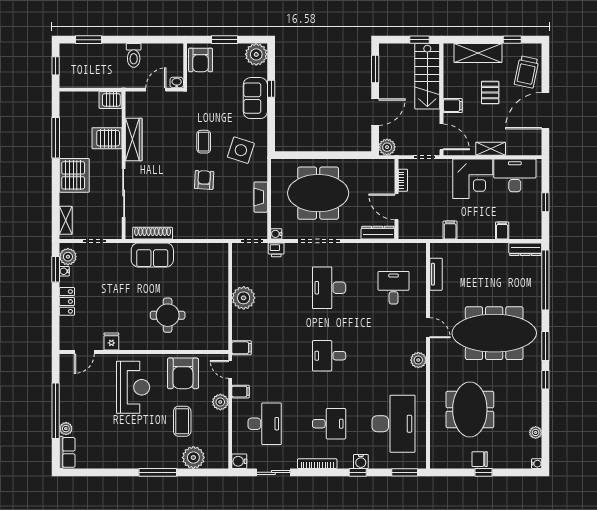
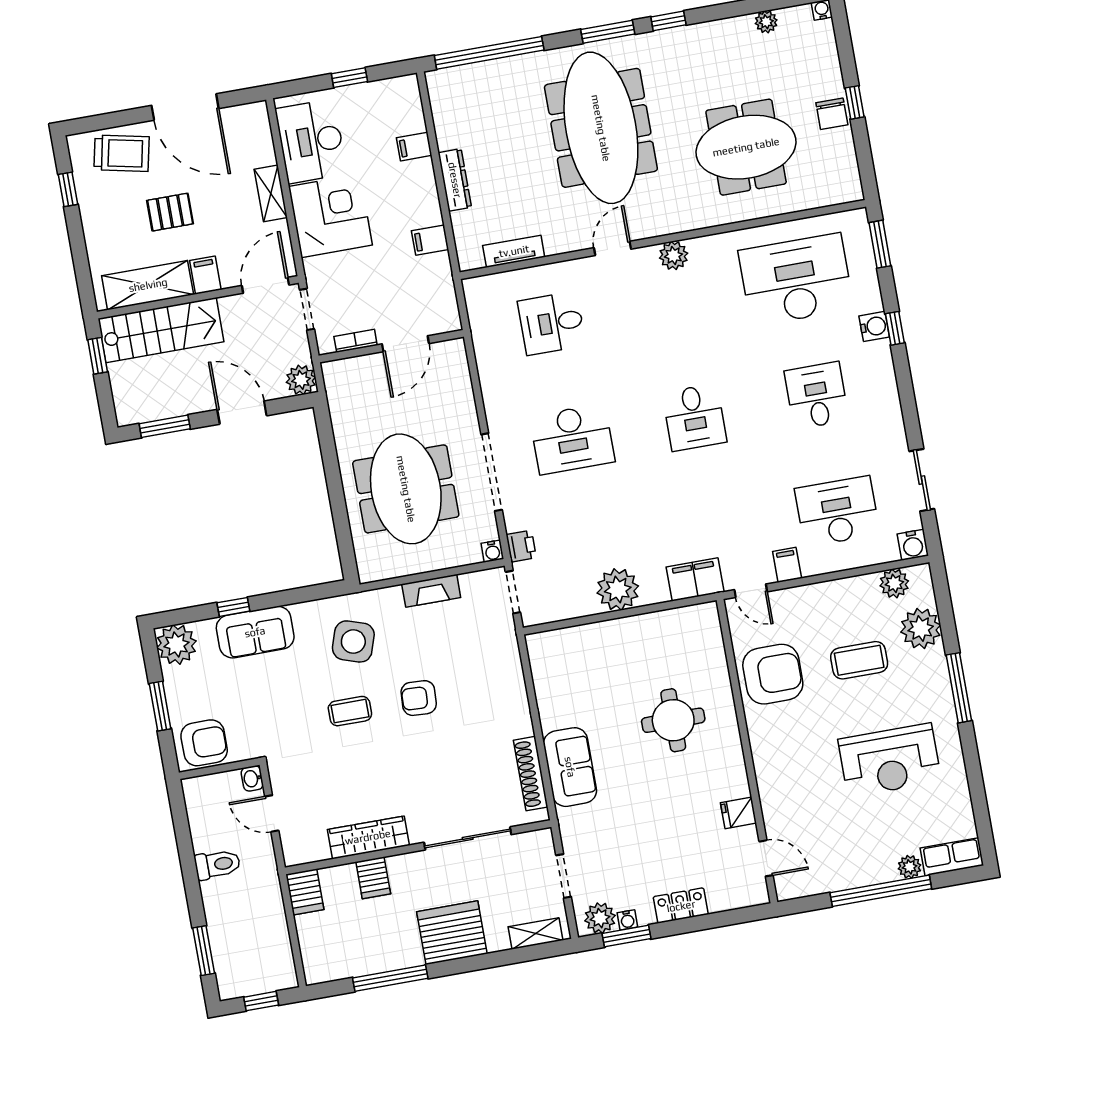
shelving: (478, 53) -> (148, 285), moved, turned 90
server rack: (107, 138) -> (373, 878), width x0.73, depth x0.70
dresser: (378, 233) -> (458, 369), removed
dresser: (525, 249) -> (455, 180), moved
filing cabinet: (242, 348) -> (695, 579), width x2.00
door: (230, 369) -> (751, 591), hinge flipped
reception desk: (133, 387) -> (890, 760), moved, turned 180
plant: (220, 402) -> (894, 583), moved
bookcase: (317, 464) -> (892, 404), removed

